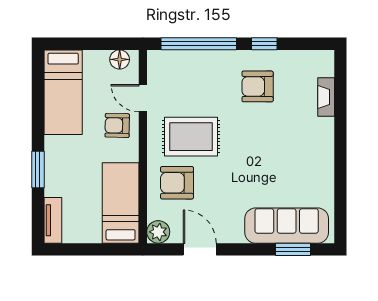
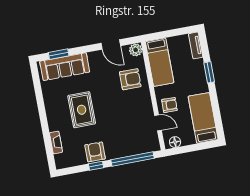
armchair: (258, 86) -> (95, 152), moved, turned -90
rug: (191, 137) -> (82, 110), moved, turned 90

